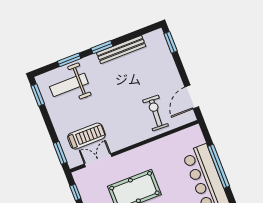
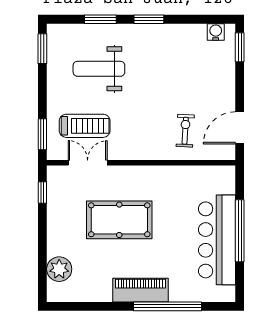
water cooler: (150, 38) -> (216, 32), added
bench: (121, 50) -> (173, 32), removed
weight bench: (69, 85) -> (99, 69), moved
exercise bike: (156, 113) -> (185, 131), width x0.73, depth x0.72

